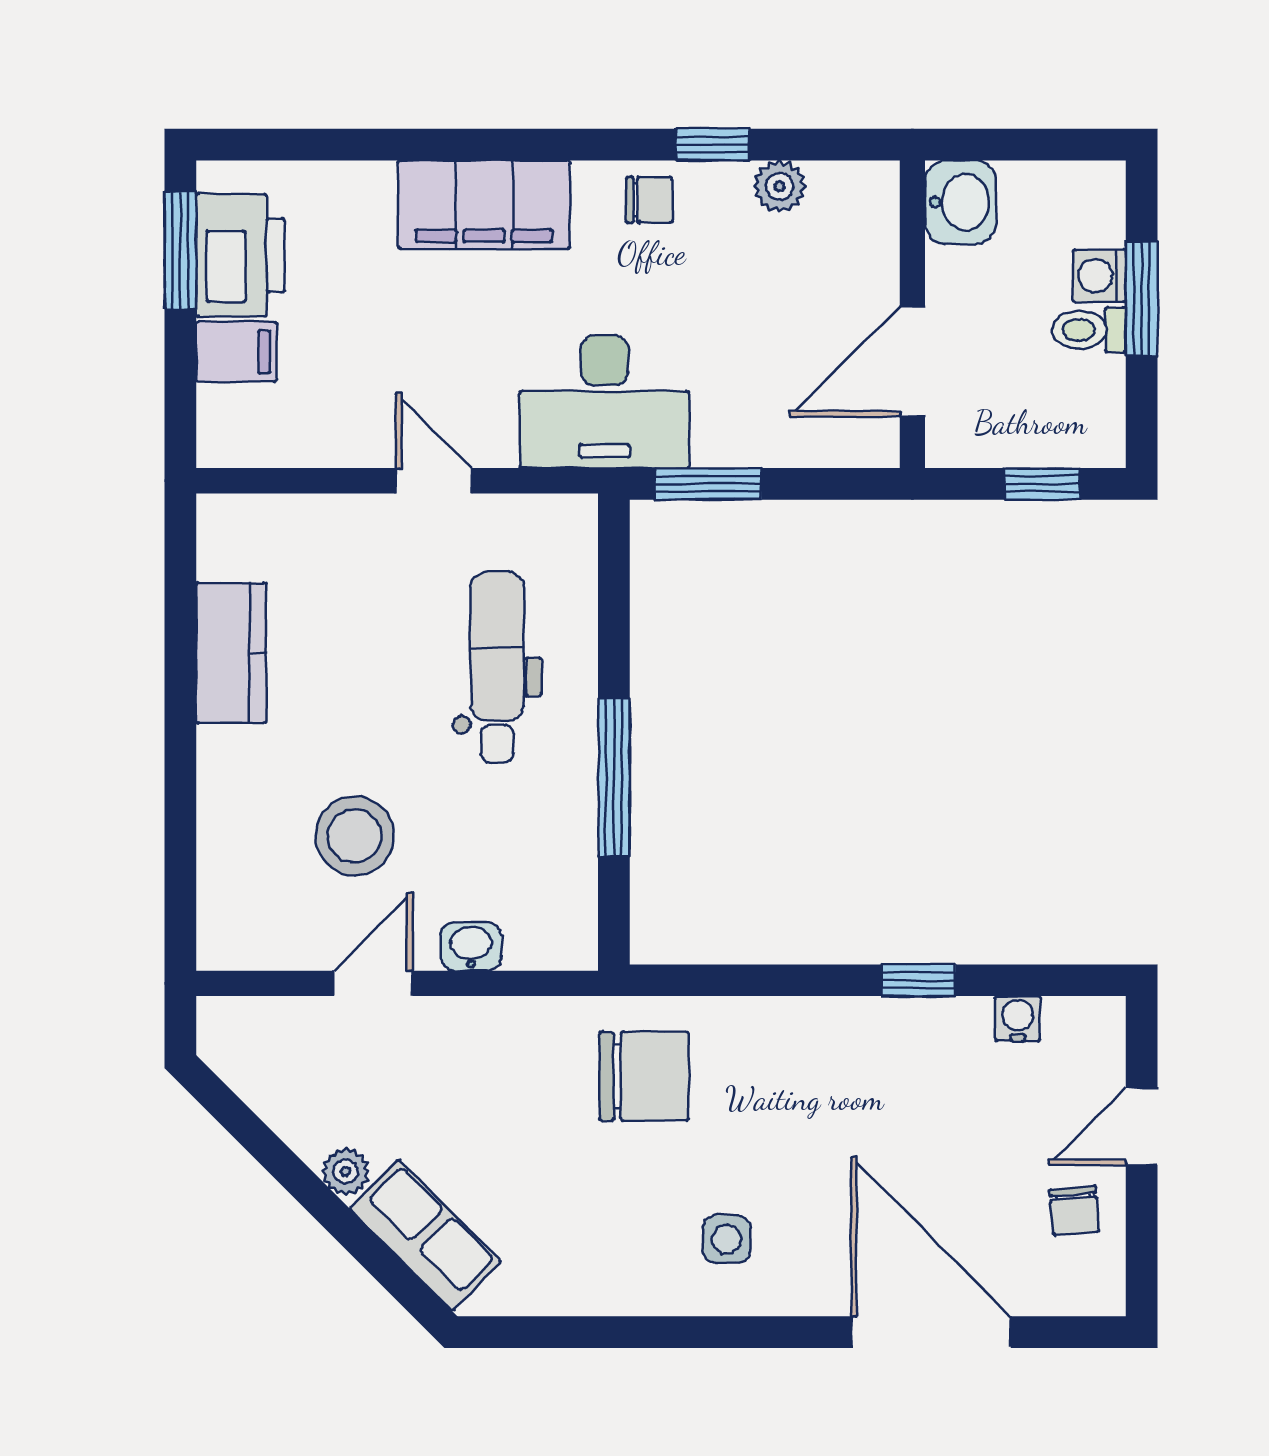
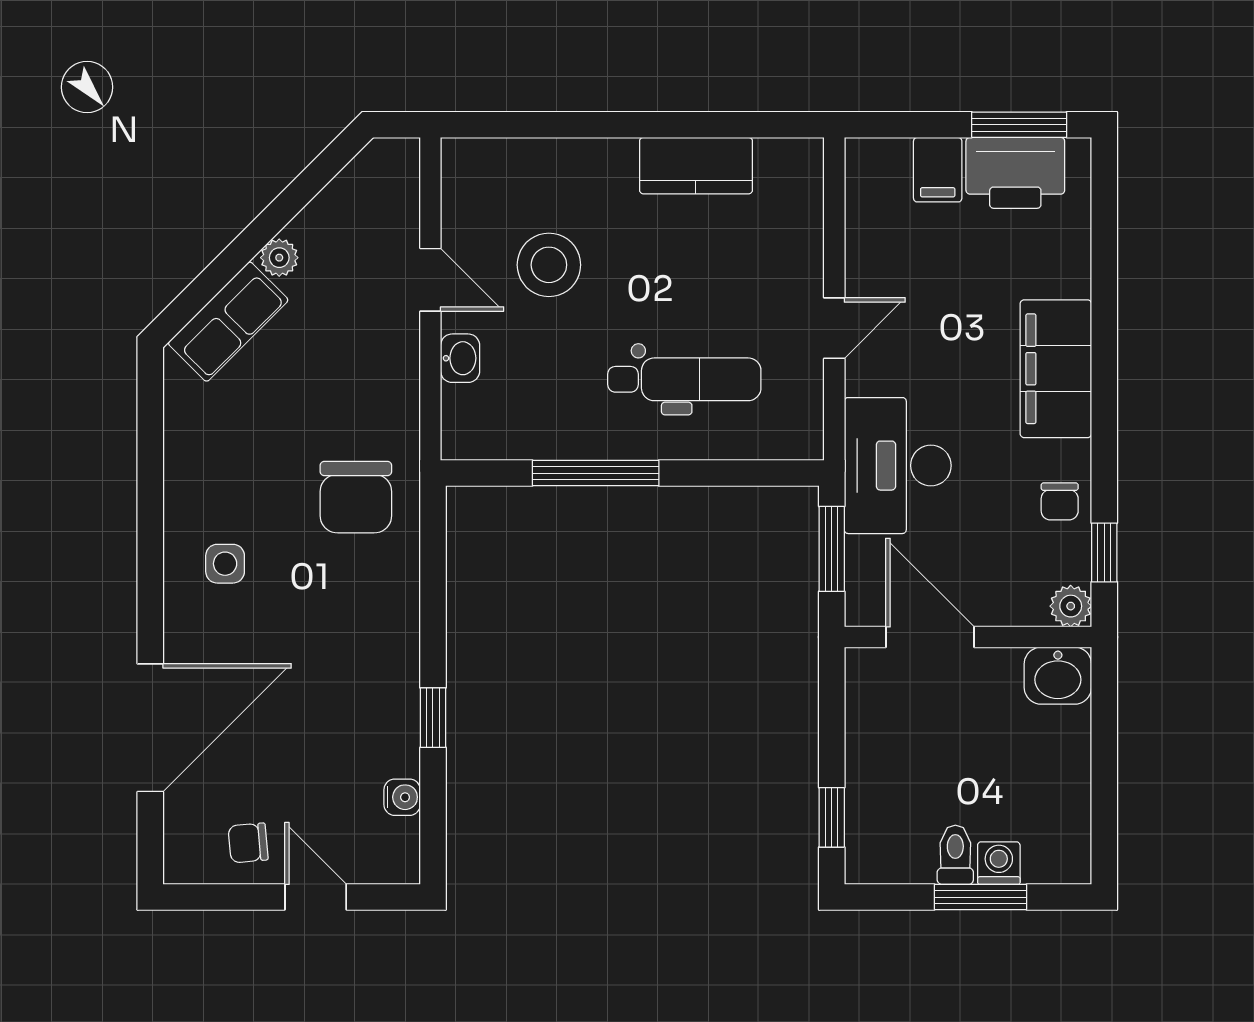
washbasin: (960, 202) -> (1058, 676), moved
wall: (912, 314) -> (968, 637), moved
door: (912, 361) -> (930, 637), moved

